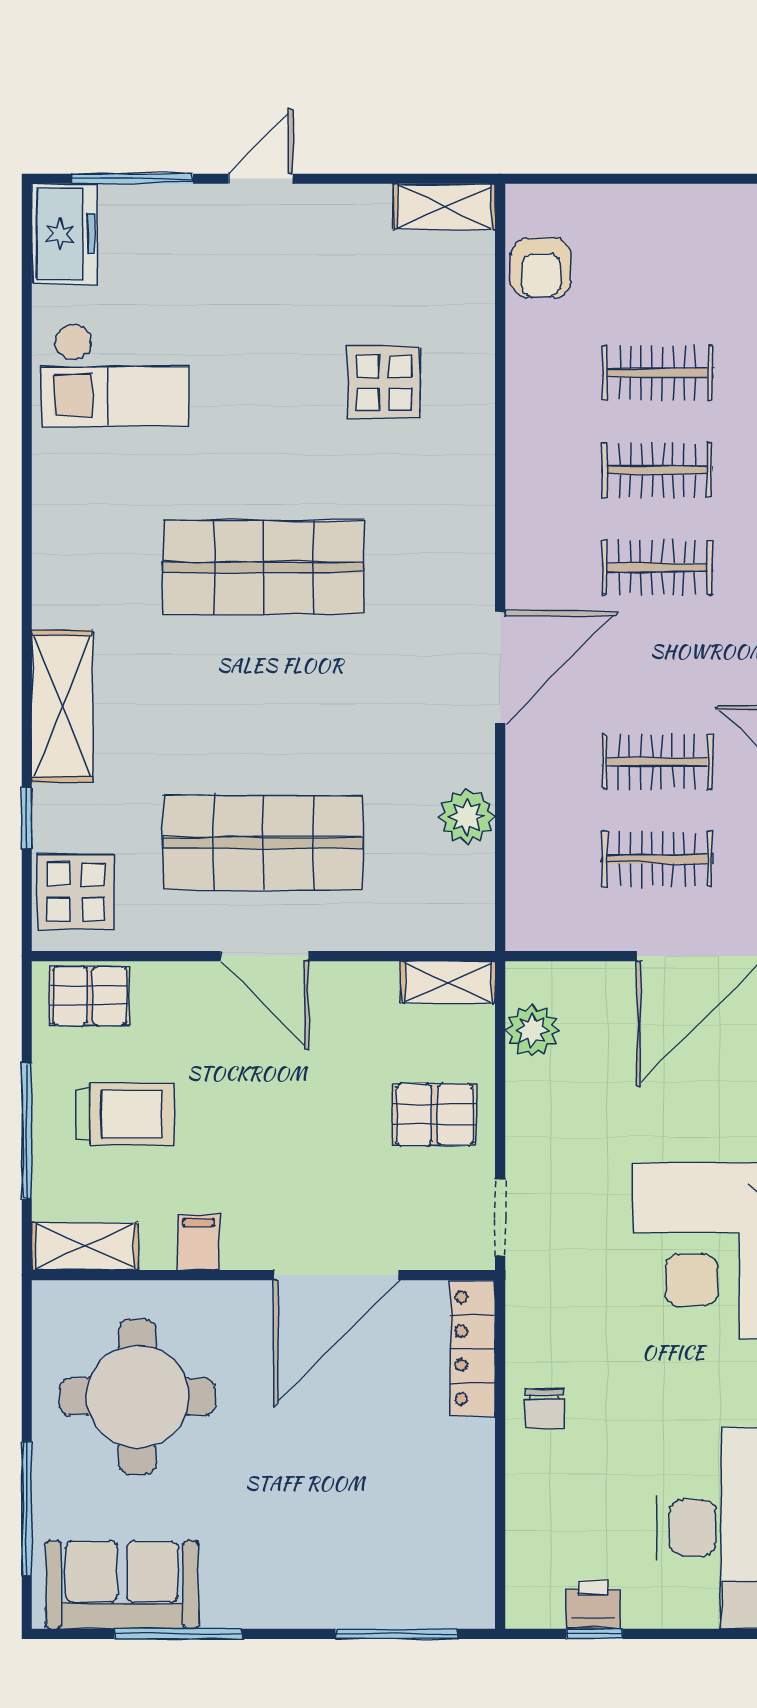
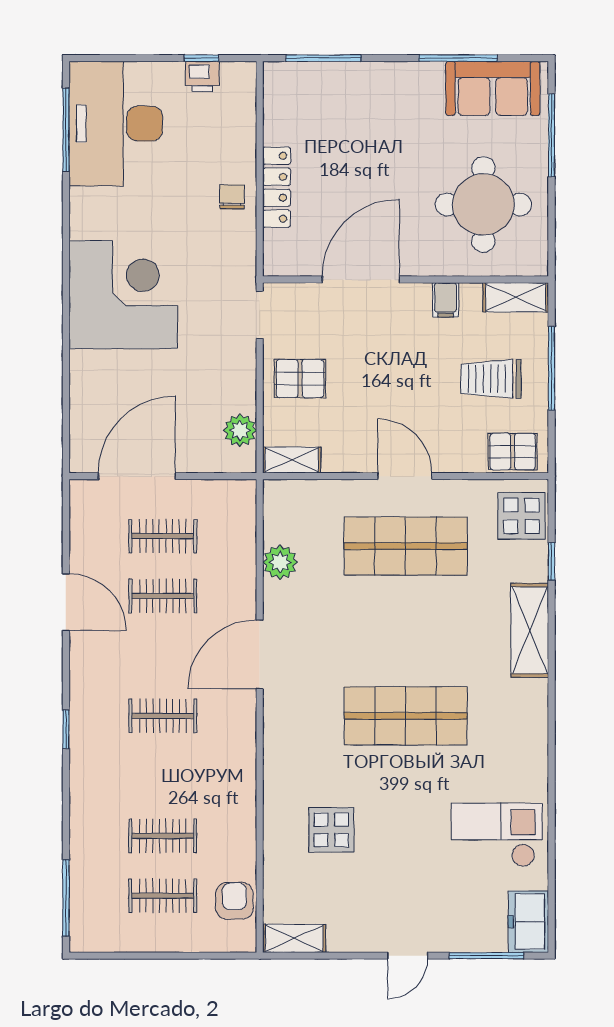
clothes rail: (657, 470) -> (163, 896), moved
locker: (473, 1348) -> (277, 187), moved

